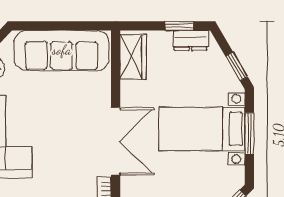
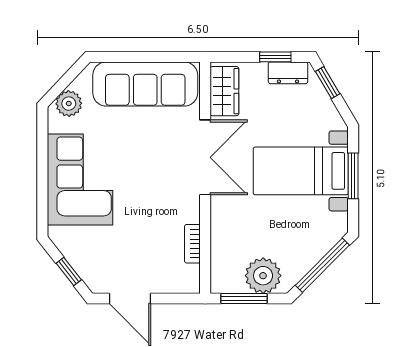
window: (237, 67) -> (328, 83), moved
double door: (116, 141) -> (205, 157), moved

